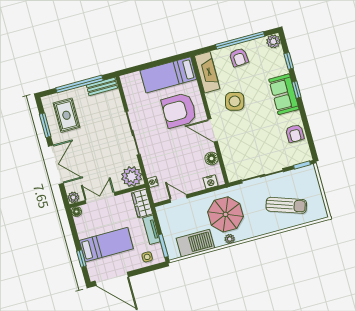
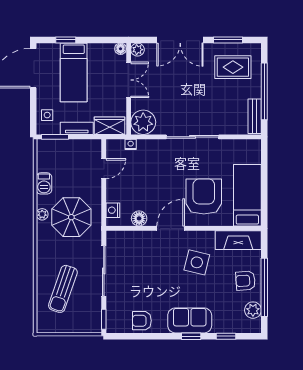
plant: (273, 41) -> (253, 310), moved
barbecue: (195, 243) -> (44, 183), width x0.53, depth x0.65

